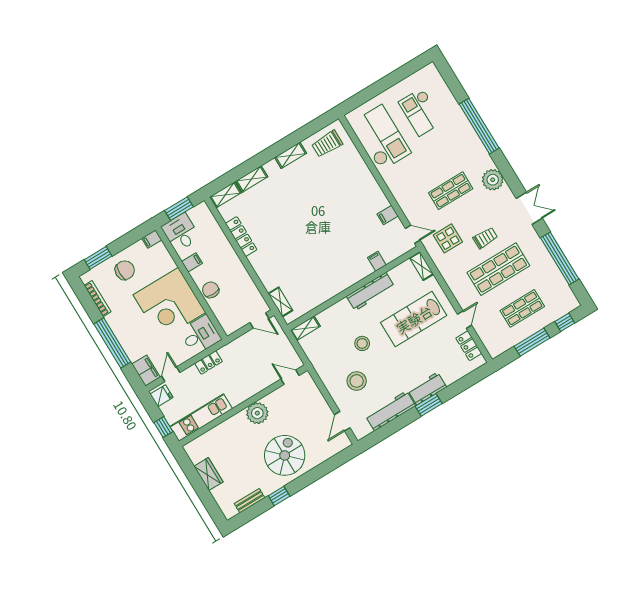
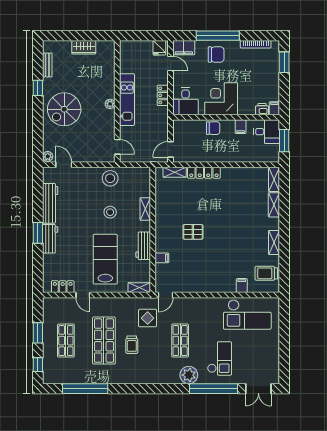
checkout: (421, 112) -> (219, 358), moved, turned 90
trolley: (327, 144) -> (266, 273), turned -90
plant: (493, 180) -> (189, 375), moved
double door: (529, 208) -> (258, 389), moved
filing cabinet: (388, 215) -> (242, 286), moved
locker: (241, 237) -> (204, 173), moved
pallet: (330, 246) -> (193, 232), added
printer: (160, 251) -> (262, 109), added
chair: (125, 270) -> (216, 54), moved, turned -90
workbench: (371, 292) -> (143, 246), width x0.73
corner desk: (169, 304) -> (221, 99), width x0.74, depth x0.74
shelving: (305, 328) -> (145, 209), moved
window: (532, 342) -> (38, 333), width x0.69
door: (290, 377) -> (117, 147), hinge flipped
stool: (357, 381) -> (110, 178), moved
plant: (257, 413) -> (110, 104), width x0.53, depth x0.53
kitchen unit: (201, 418) -> (127, 100), moved
window: (163, 427) -> (136, 36), removed
plant: (344, 443) -> (48, 156), added
spiral stairs: (285, 455) -> (64, 109), turned 90

